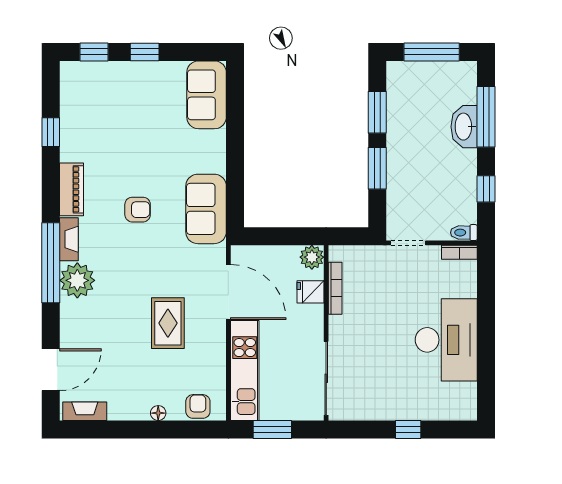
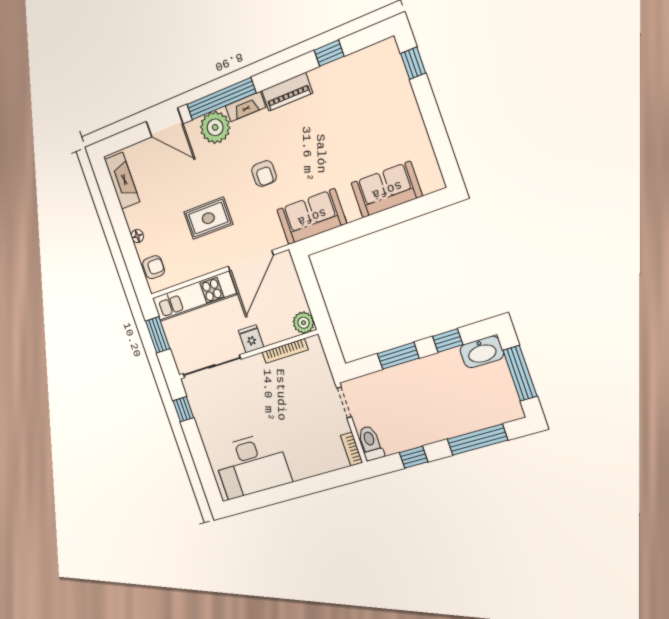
window: (145, 52) -> (429, 110), removed
sofa: (207, 95) -> (387, 190), moved
window: (377, 112) -> (448, 340), width x0.67
washbasin: (464, 127) -> (482, 352), moved, turned 180
armchair: (138, 210) -> (264, 174), moved
toilet: (464, 233) -> (370, 443), width x1.37, depth x1.39
fridge: (311, 292) -> (251, 339), moved
desk: (446, 340) -> (251, 465), moved
door: (51, 370) -> (165, 123), moved
fireplace: (85, 411) -> (122, 181), width x1.37, depth x1.32
window: (408, 429) -> (183, 409), moved

